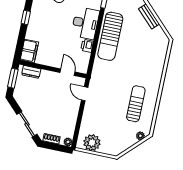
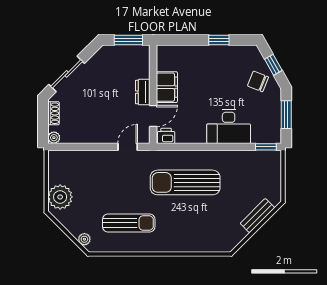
sun lounger: (110, 36) -> (185, 182), moved
printer: (87, 46) -> (166, 136), moved
filing cabinet: (29, 51) -> (167, 87), moved, turned -90
dresser: (31, 72) -> (143, 92), moved
plant: (92, 143) -> (60, 197), moved

